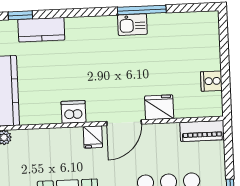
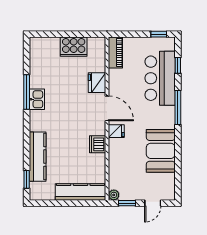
kitchen counter: (41, 30) -> (38, 157), width x1.50
cooker: (211, 81) -> (74, 47), width x1.87, depth x1.31

